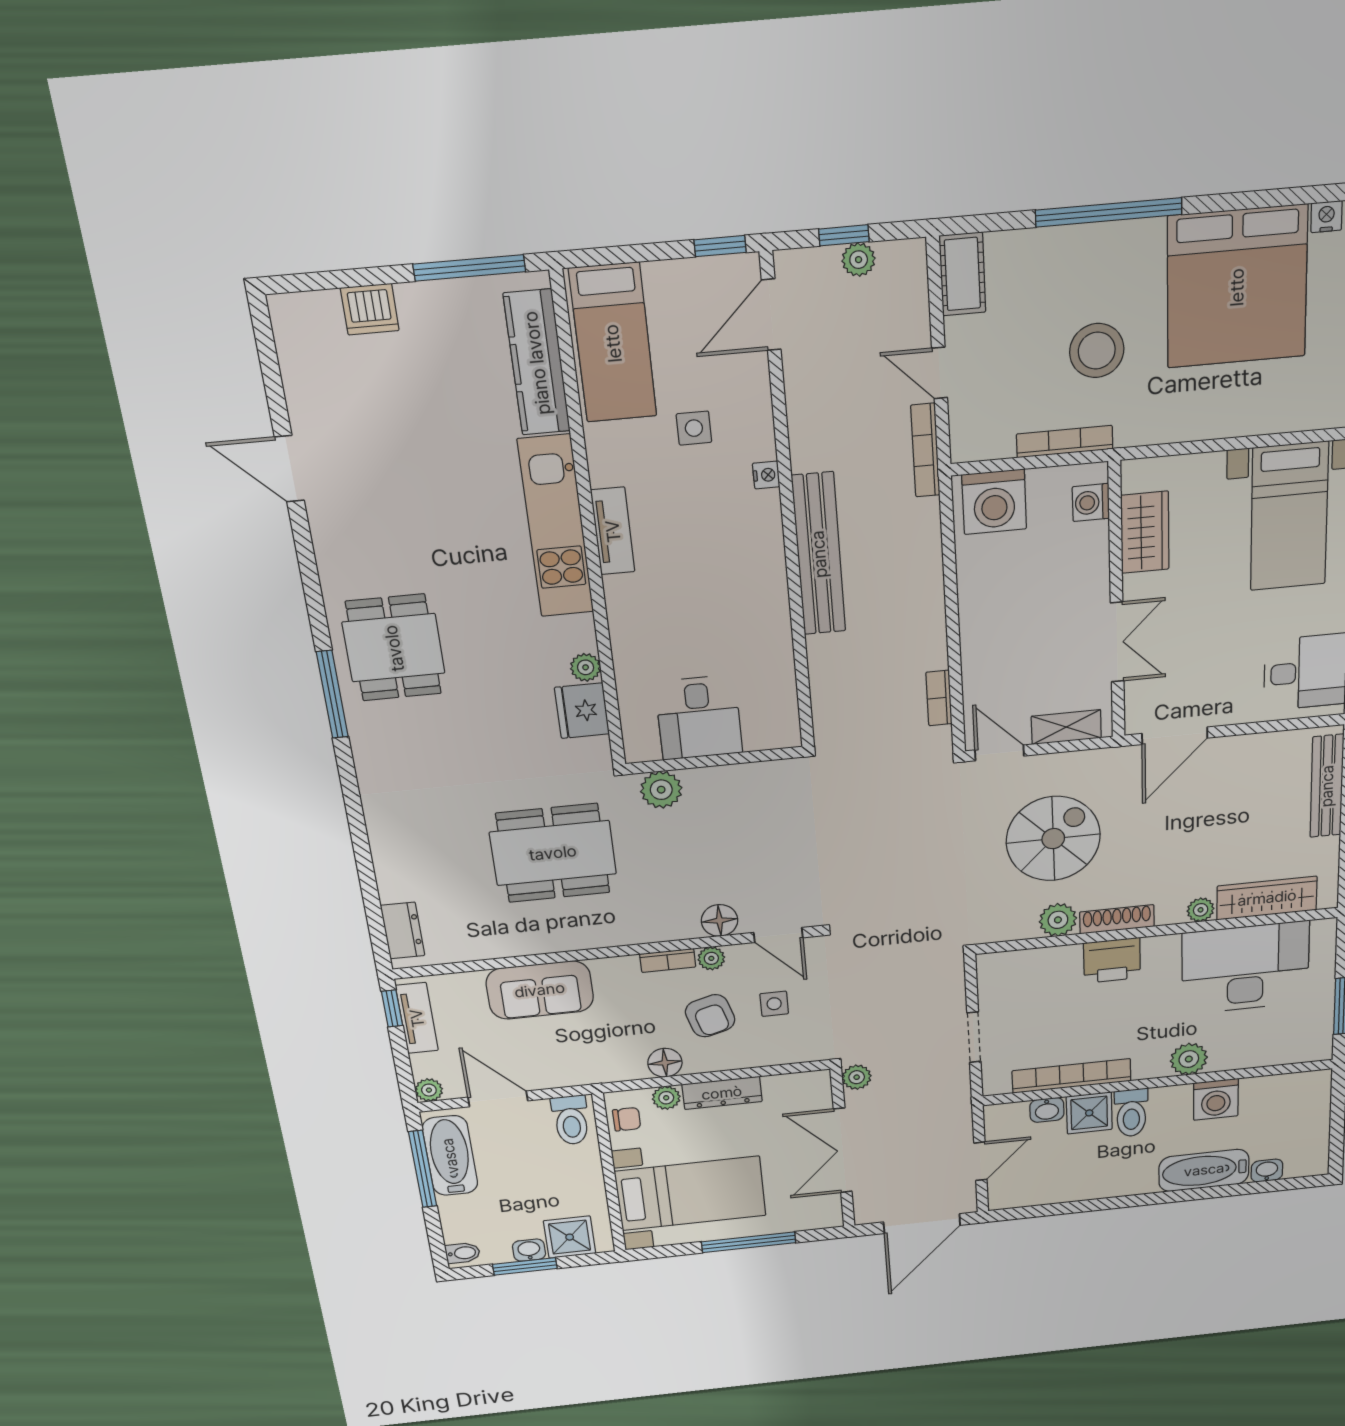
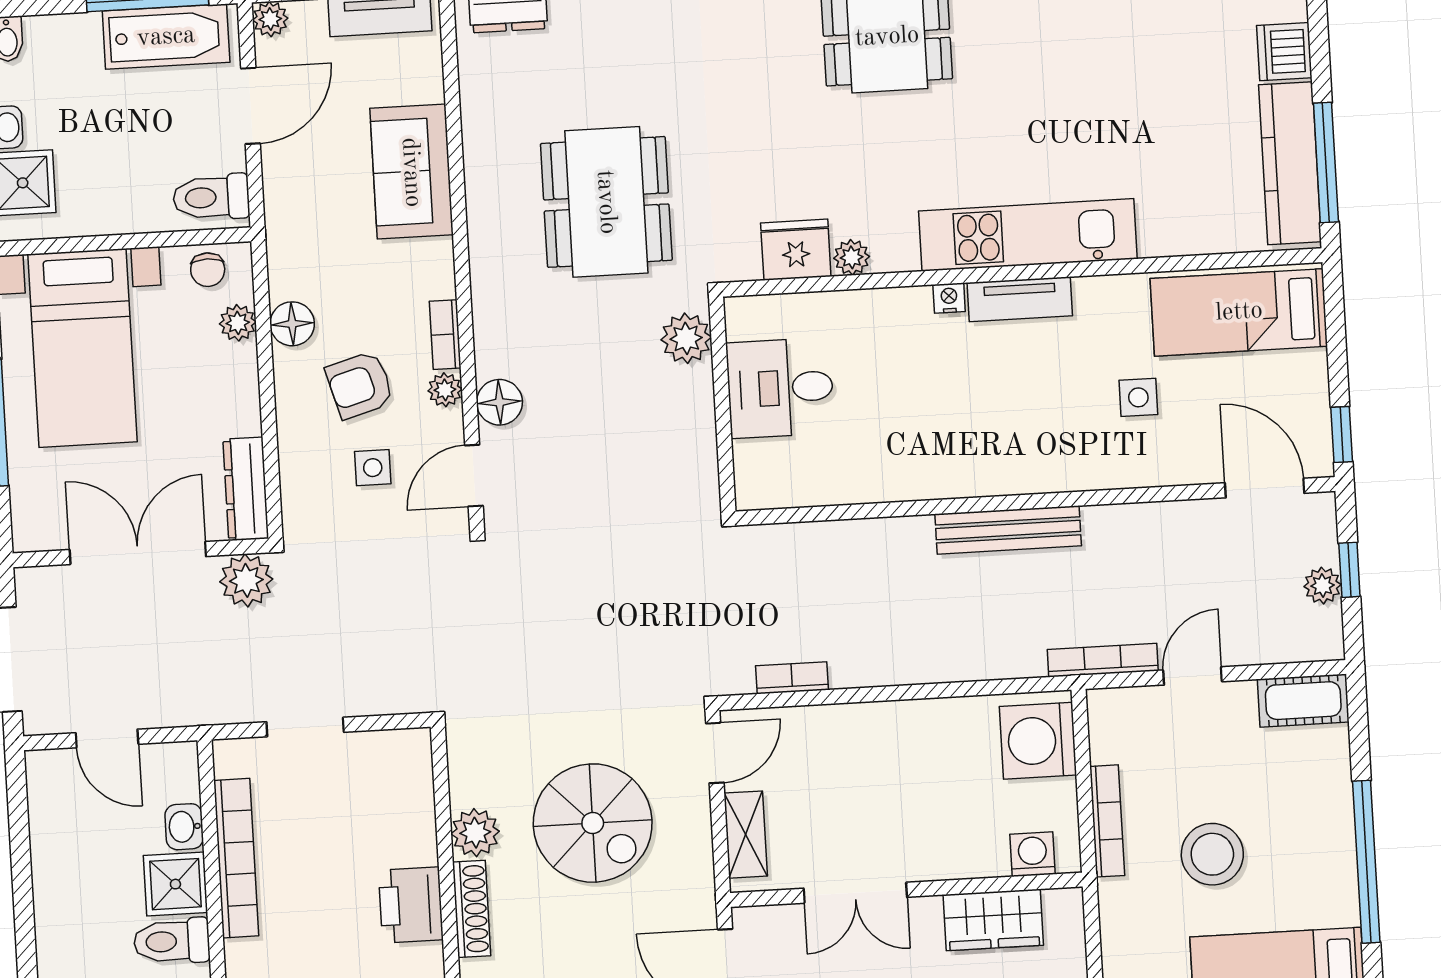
kitchen counter: (537, 363) -> (1290, 163), moved, turned -90
nightstand: (766, 475) -> (949, 298), moved, turned 180
bench: (819, 554) -> (1008, 530), width x0.73, depth x0.82
plant: (857, 1077) -> (246, 580), width x1.38, depth x1.38
dresser: (722, 1093) -> (246, 489), moved

